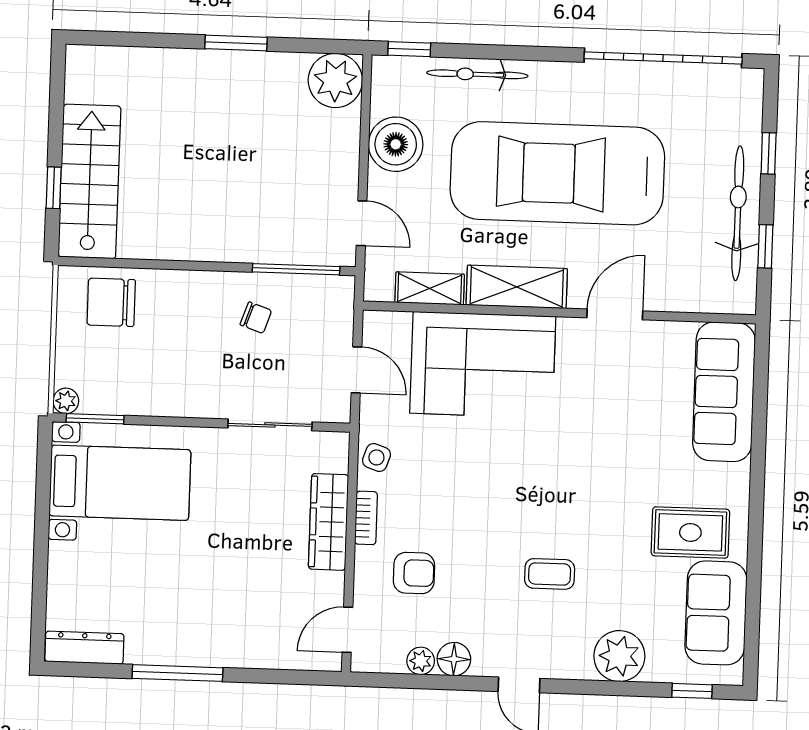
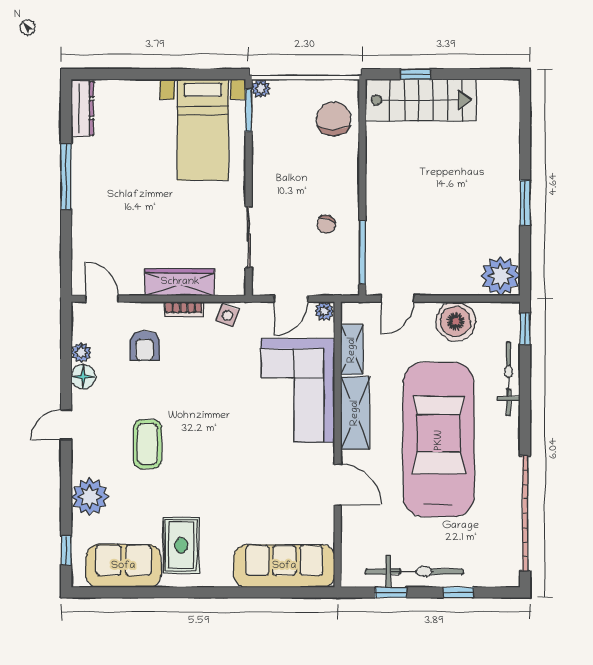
plant: (375, 324) -> (324, 311), added
coffee table: (550, 574) -> (148, 444), width x1.36, depth x1.30

